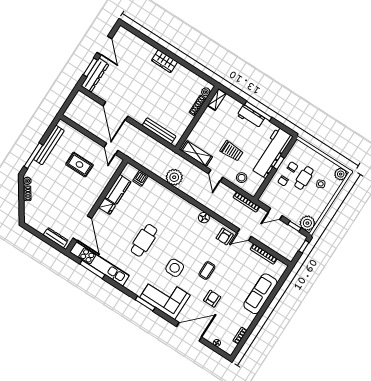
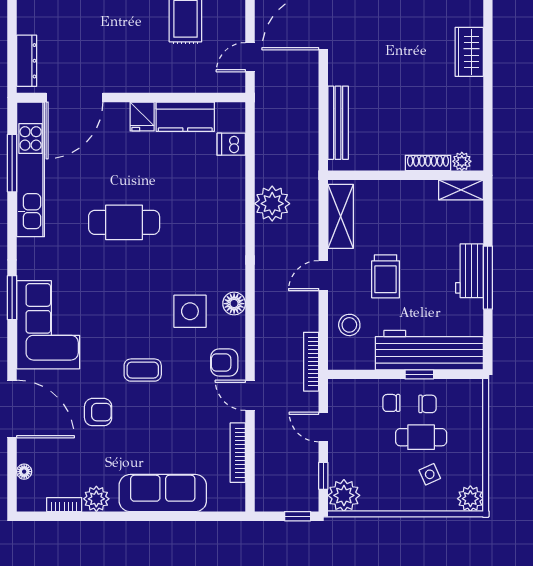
side table: (175, 268) -> (190, 311), moved
plant: (246, 321) -> (96, 499), added

